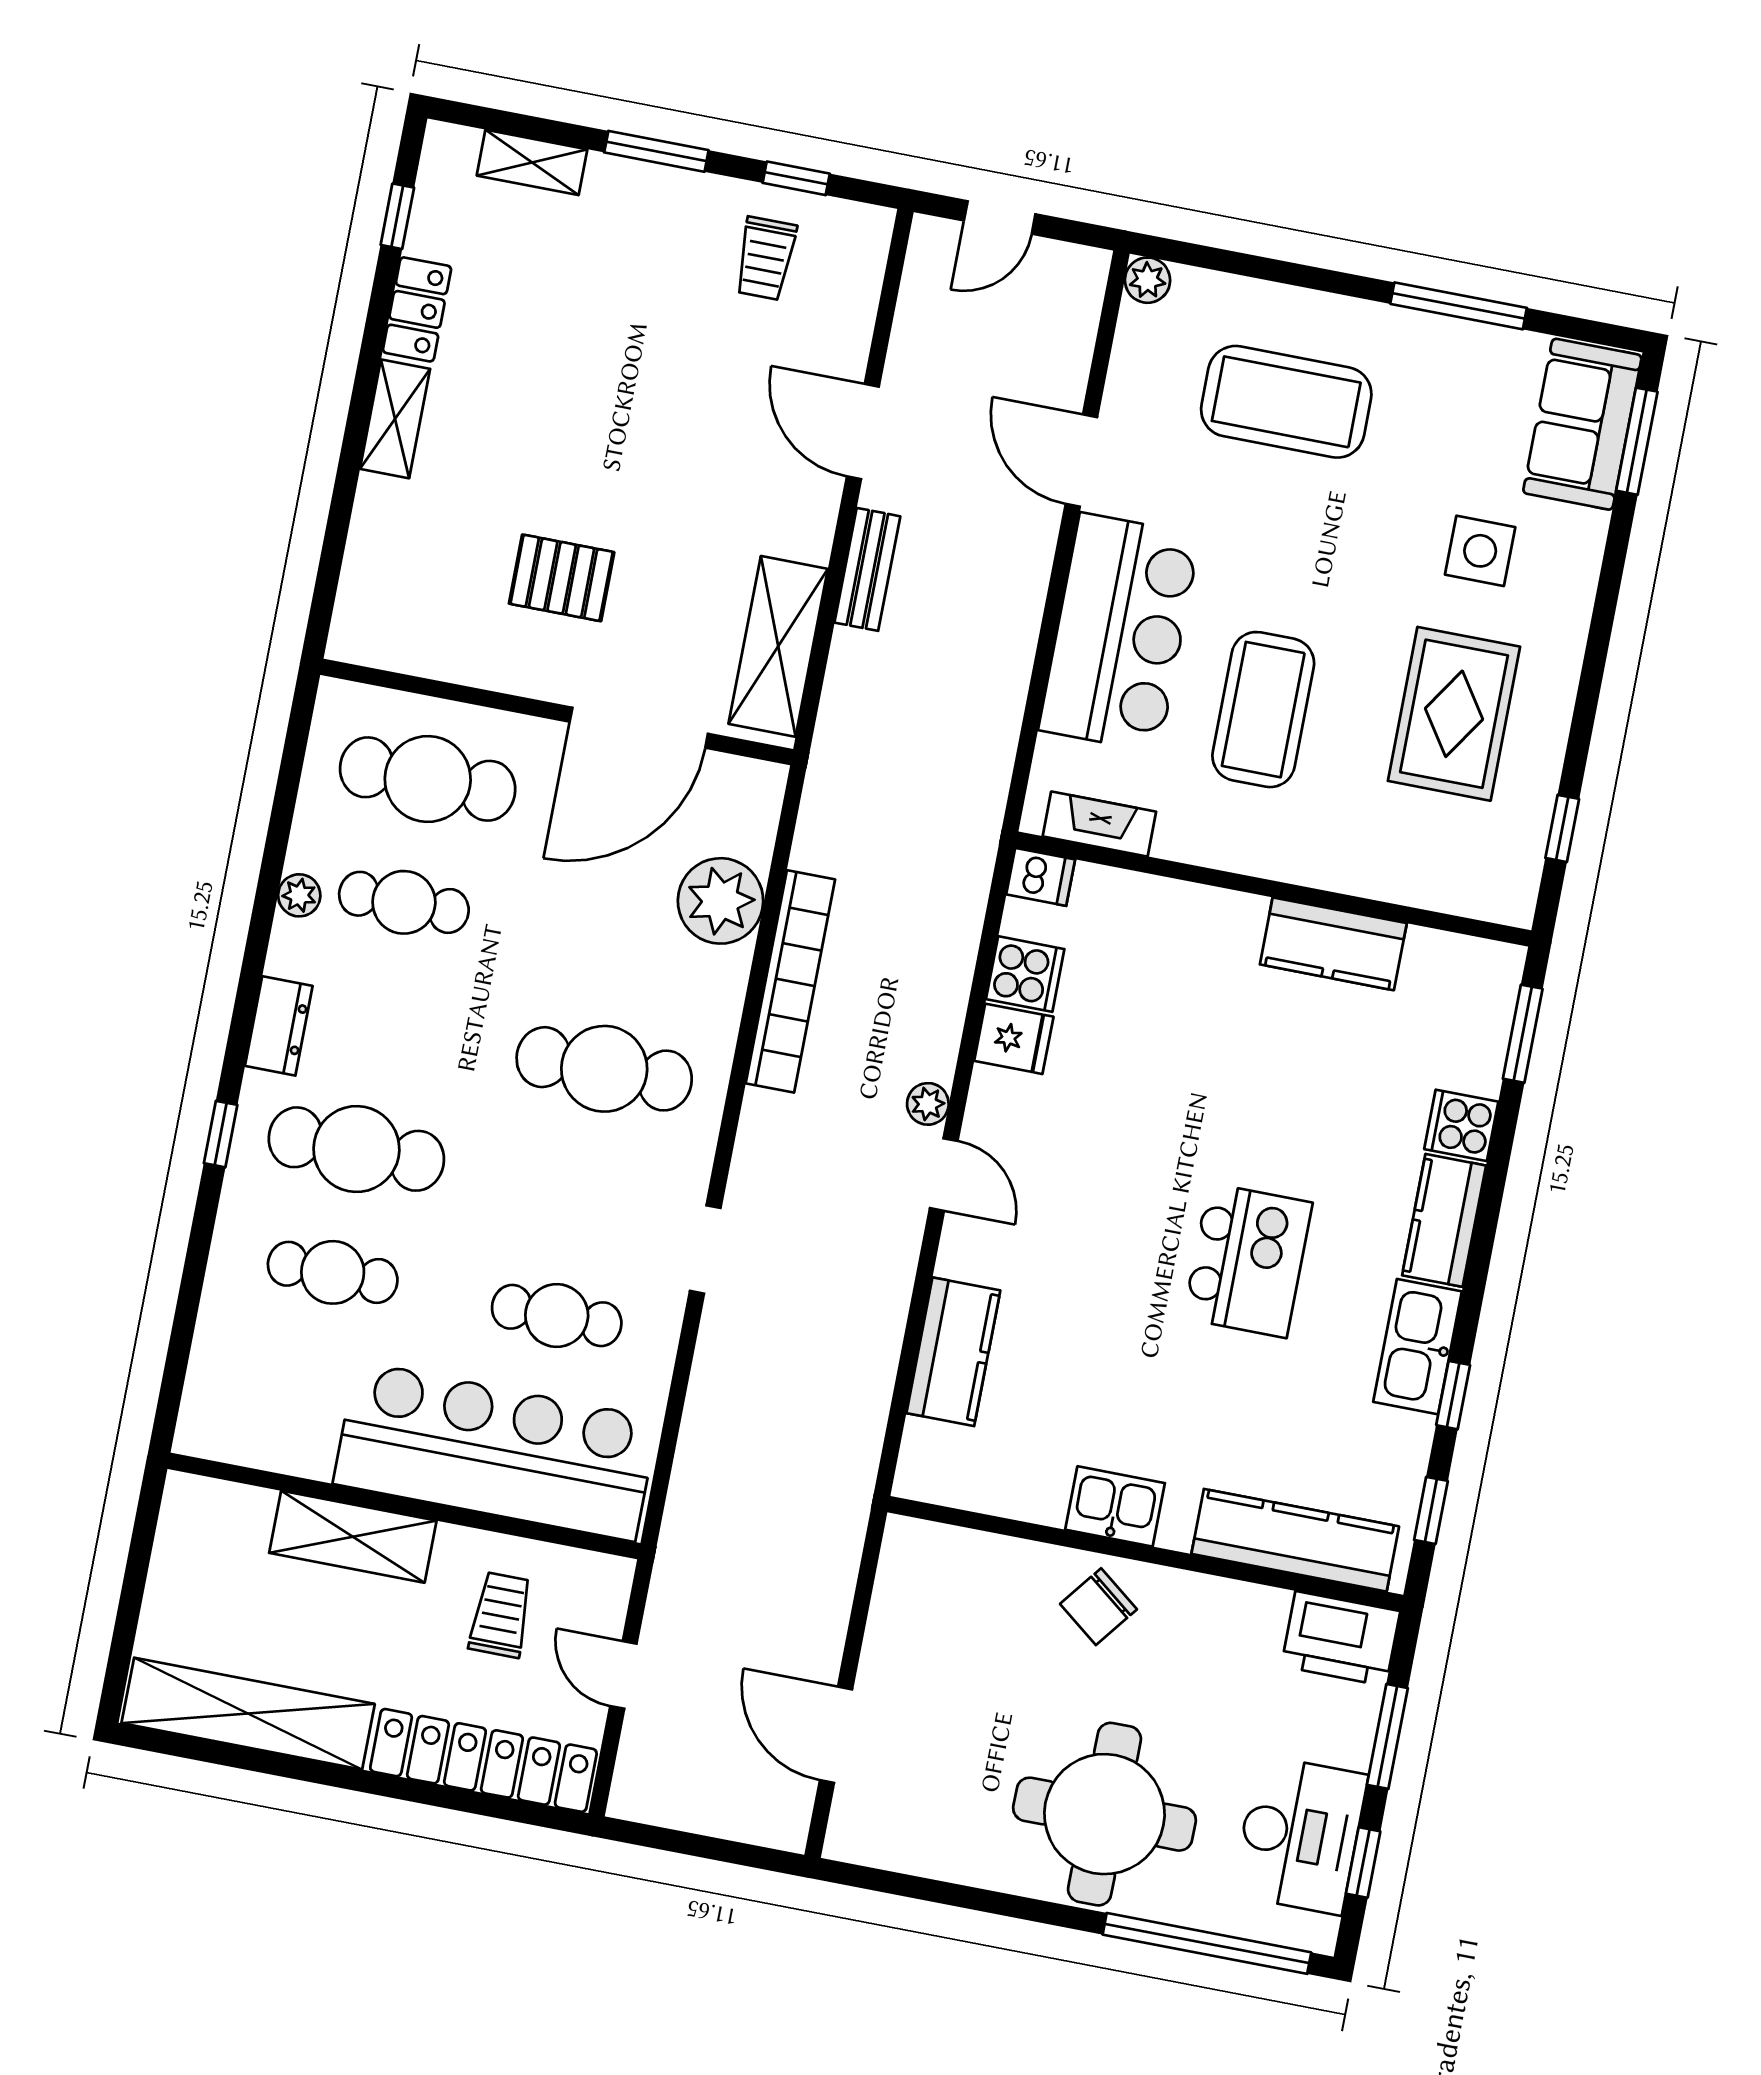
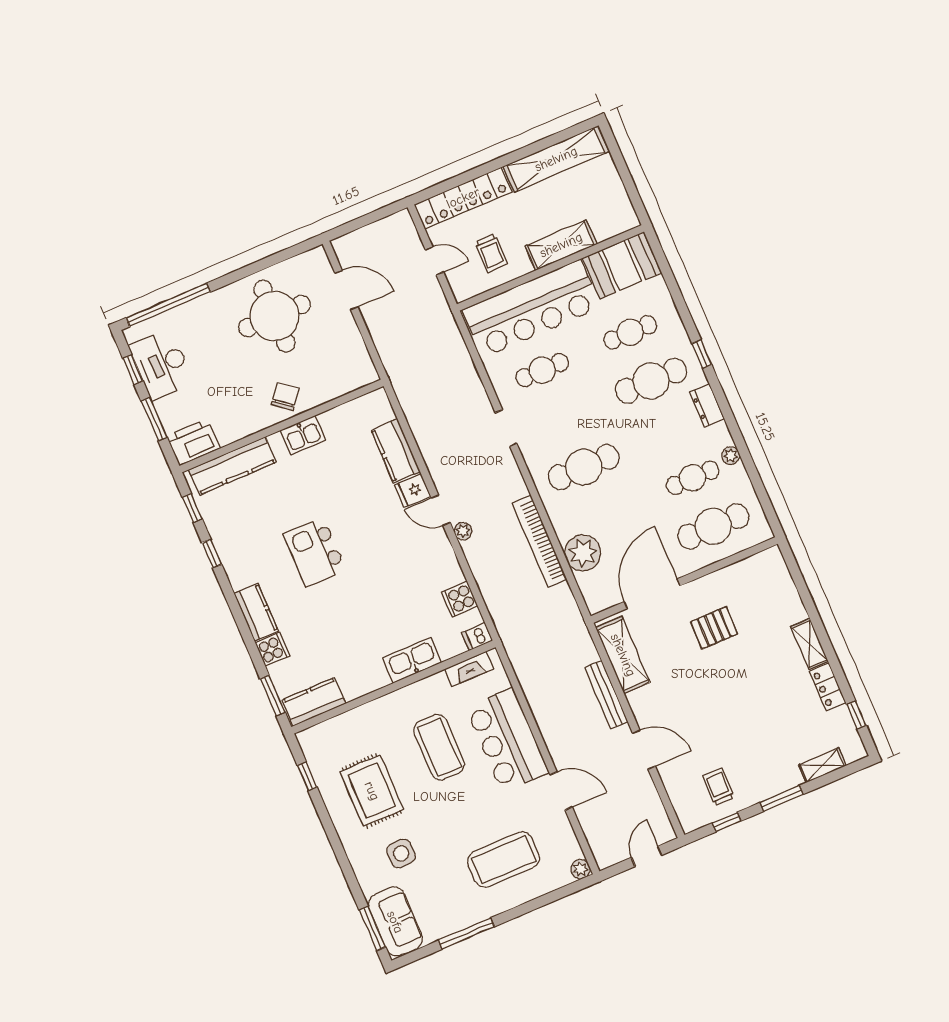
bench: (867, 569) -> (606, 695), width x1.36
kitchen counter: (1333, 944) -> (314, 702), moved
fridge: (1014, 1039) -> (413, 491), moved
kitchen sink: (1418, 1347) -> (412, 660), moved, turned -90
booth: (260, 1416) -> (622, 265), added
round table: (1104, 1814) -> (274, 316), moved

